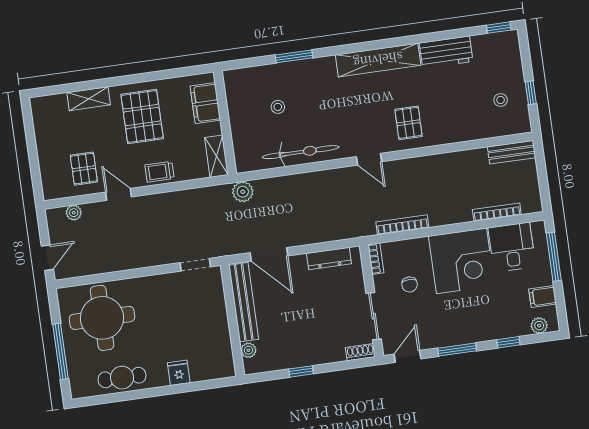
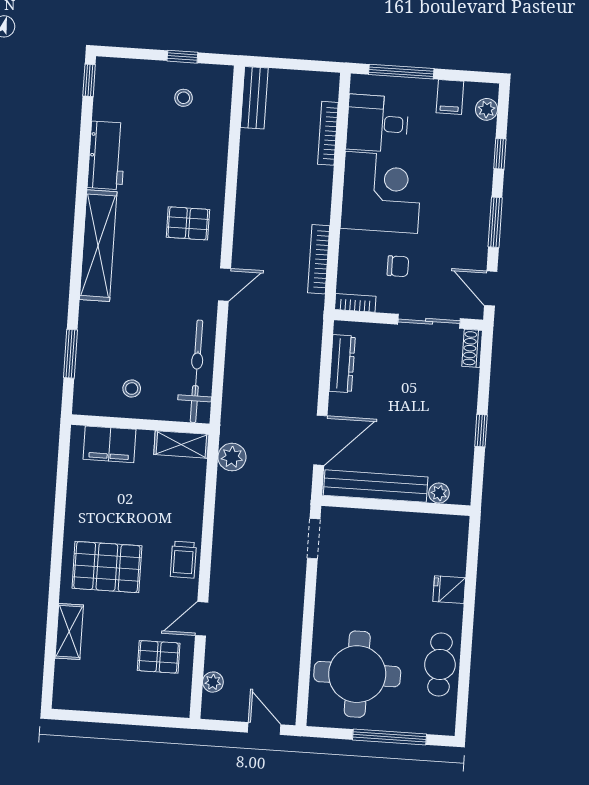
filing cabinet: (205, 103) -> (109, 444), moved
wall: (225, 123) -> (140, 424), moved
shelving: (216, 156) -> (181, 444), moved

